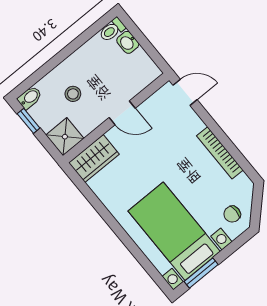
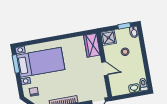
door: (122, 113) -> (105, 69), swing flipped

